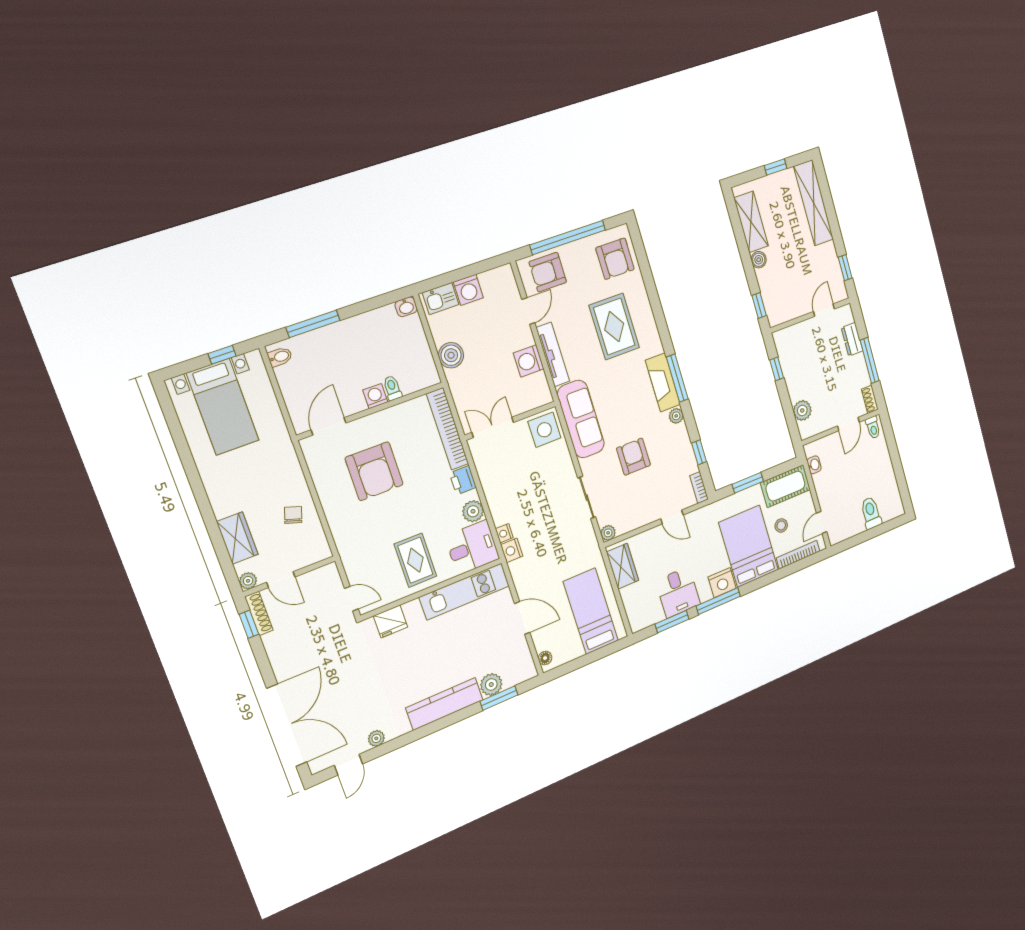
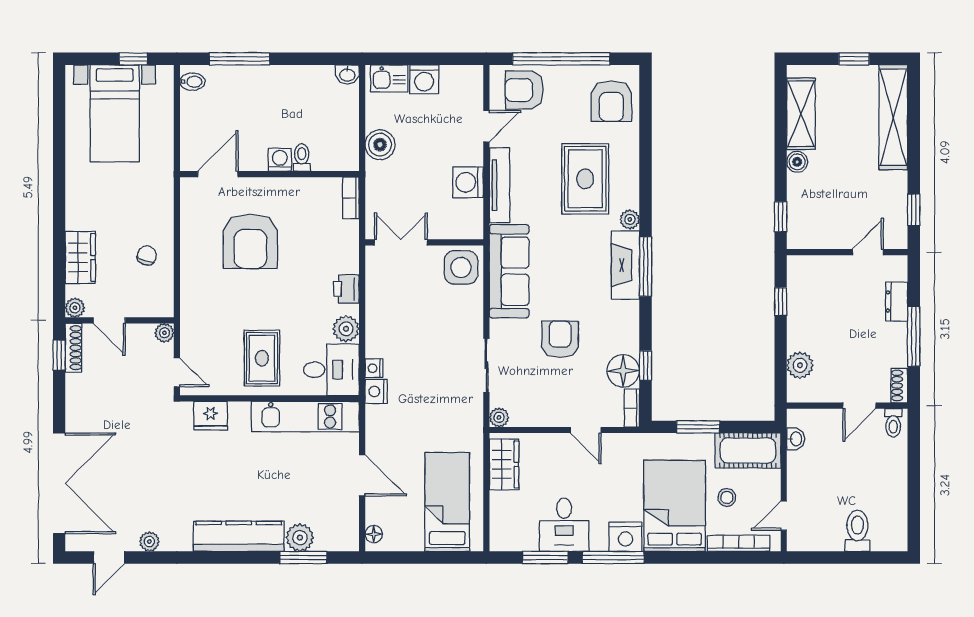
plant: (676, 416) -> (630, 219), moved
bookcase: (448, 429) -> (351, 198), width x0.43, depth x0.76
floor lamp: (685, 463) -> (623, 371), added
plant: (330, 571) -> (164, 333), added

